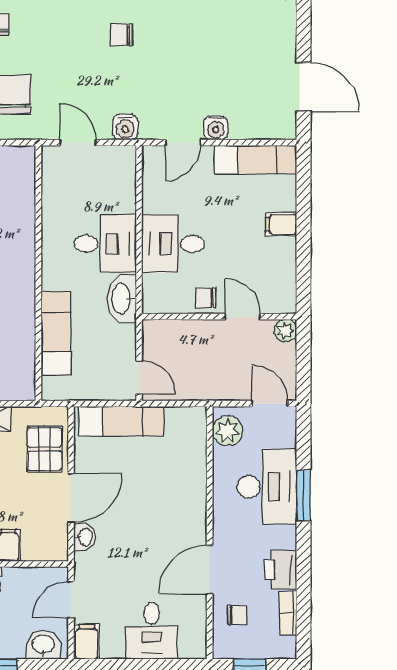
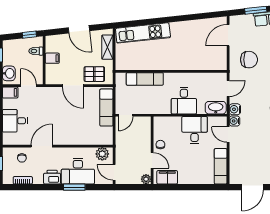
water cooler: (216, 128) -> (234, 121), moved
filing cabinet: (281, 224) -> (167, 177), moved, width x2.00
desk: (173, 244) -> (195, 130), moved
washbasin: (122, 298) -> (216, 108), moved
door: (242, 317) -> (152, 160), hinge flipped
door: (270, 404) -> (114, 172), swing flipped
washbasin: (85, 537) -> (56, 92), removed
door: (210, 570) -> (42, 146), hinge flipped
printer: (281, 570) -> (52, 177), moved

